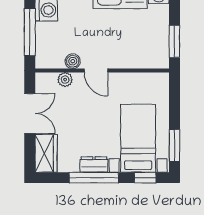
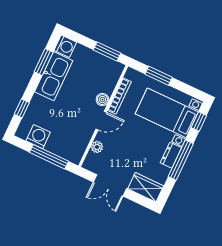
boiler: (73, 61) -> (102, 100), moved
bookcase: (132, 78) -> (119, 96), added
double door: (30, 113) -> (110, 185), swing flipped
window: (174, 145) -> (159, 76), moved

